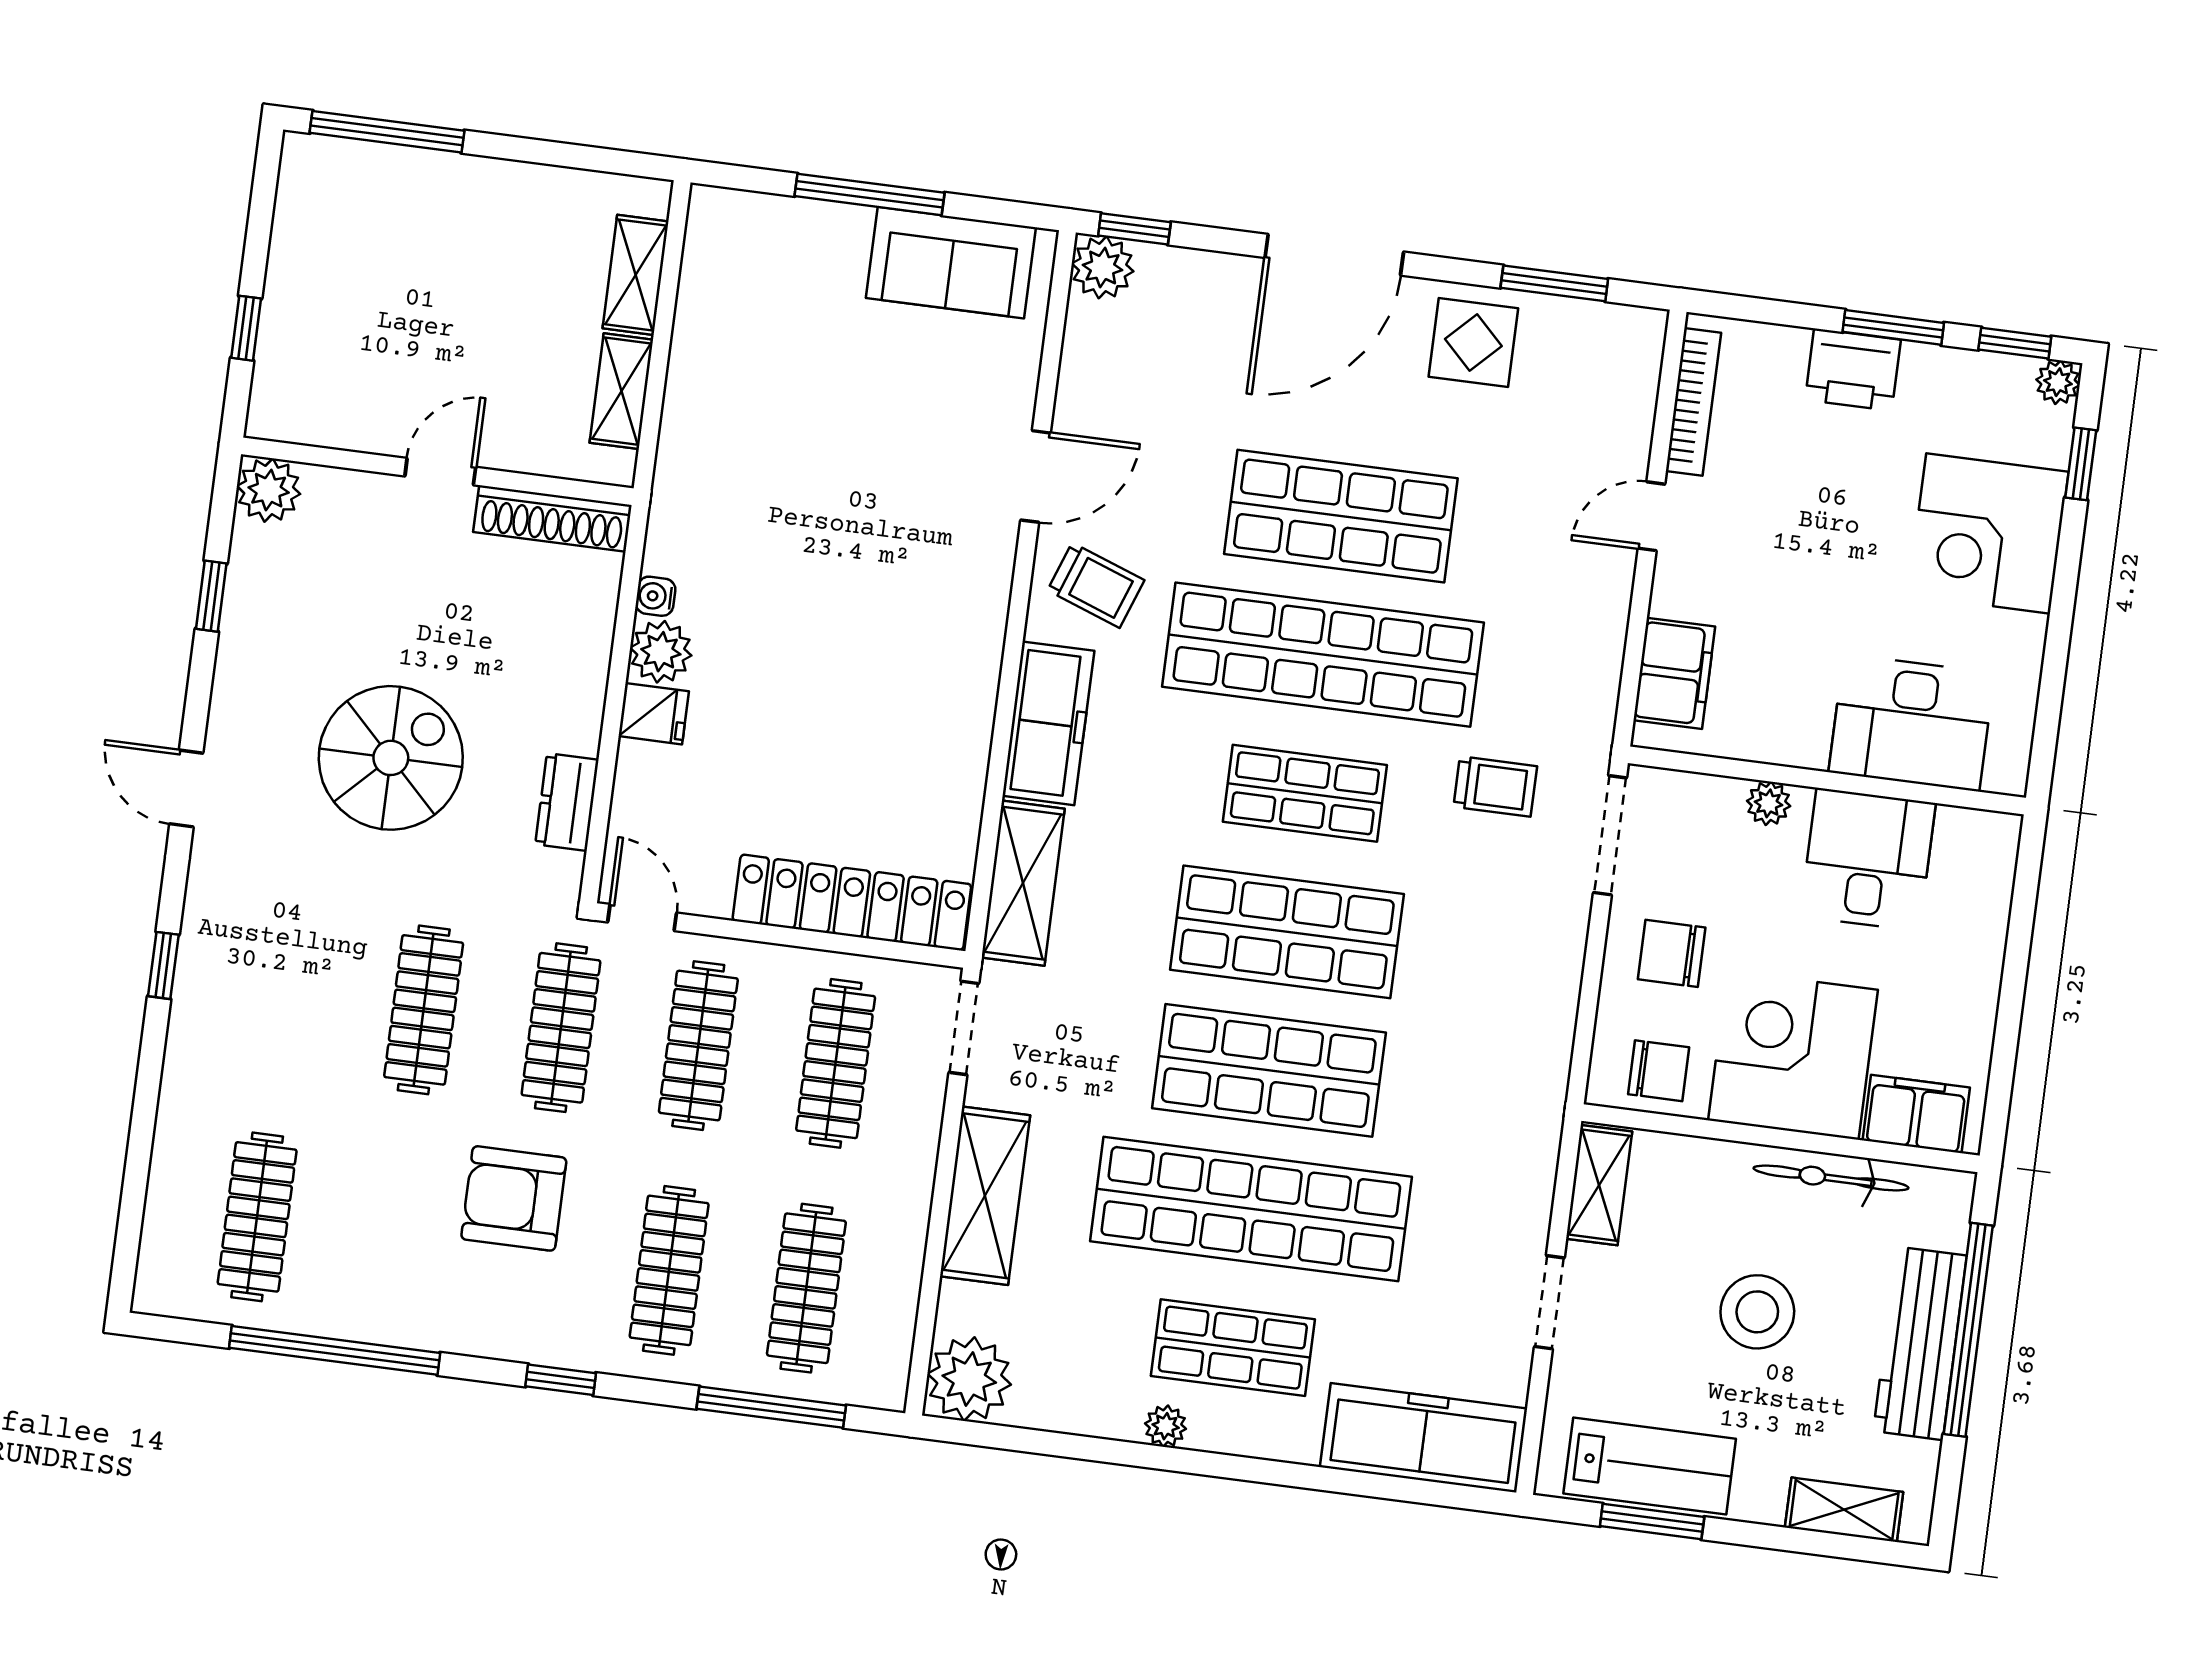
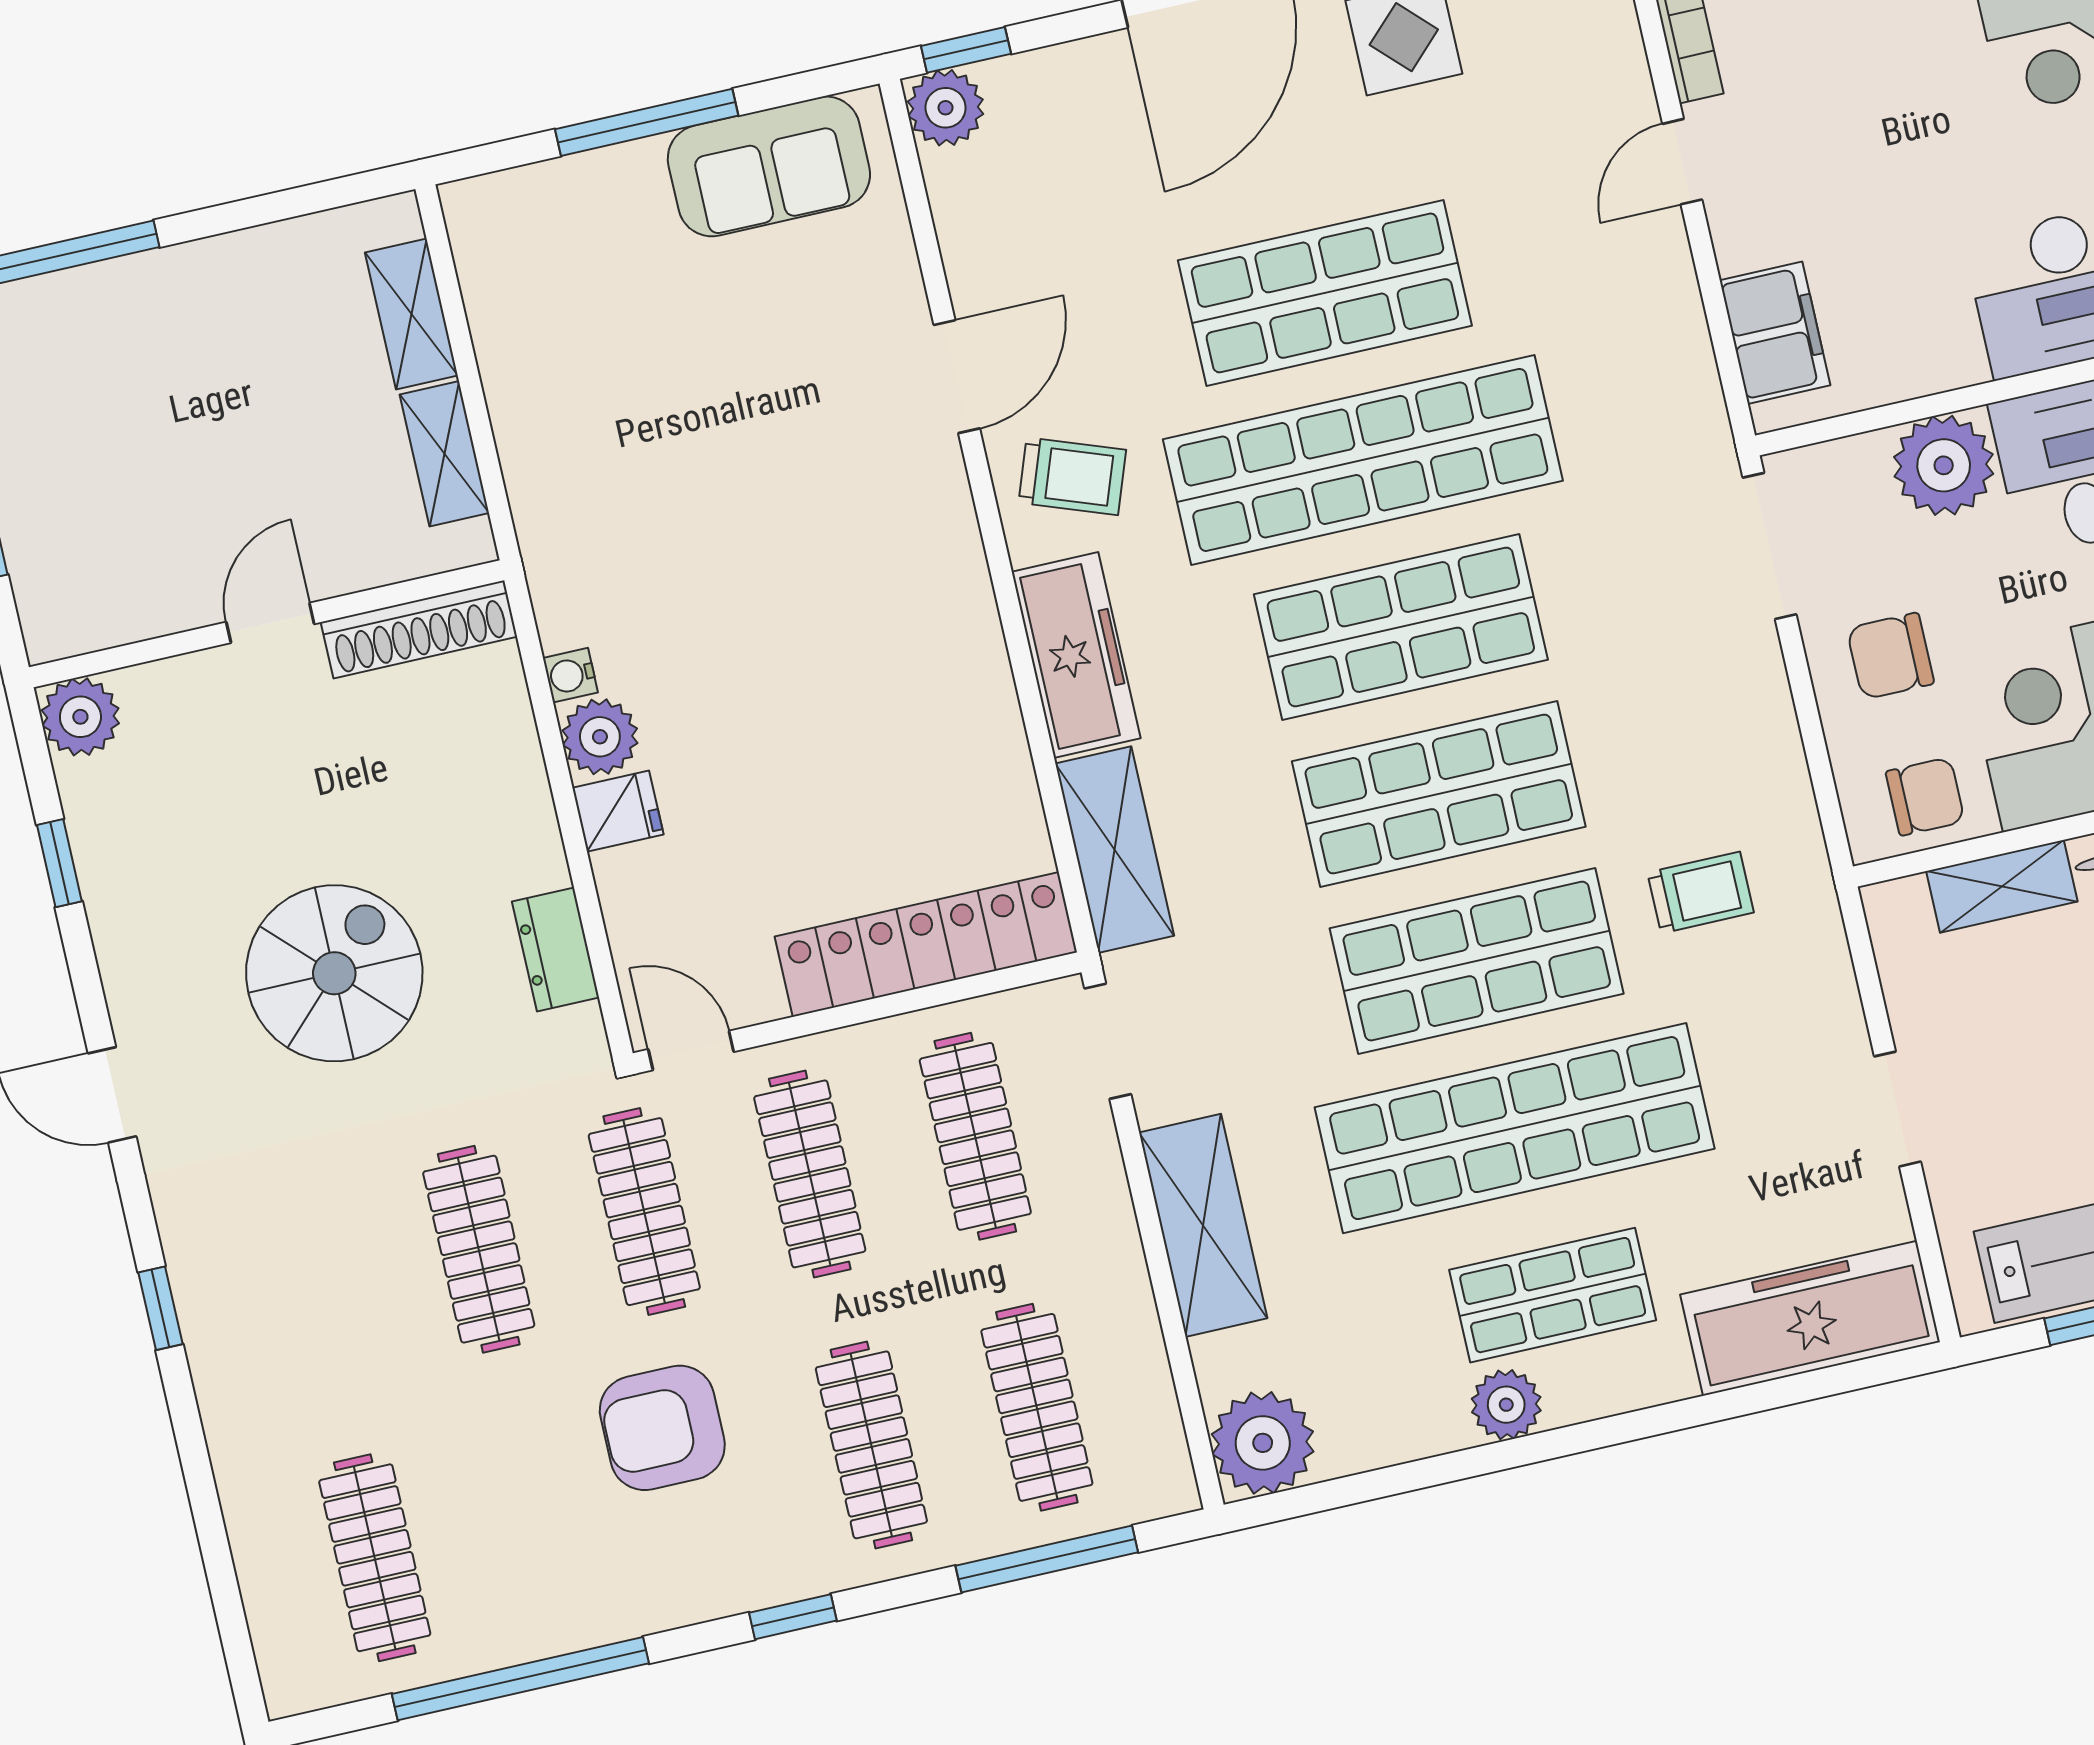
trolley: (1495, 786) -> (1701, 893), moved
shop shelf: (1305, 793) -> (1401, 627), width x1.43, depth x1.36
plant: (1769, 803) -> (1944, 465), width x1.88, depth x1.88
shelving: (1599, 1185) -> (2002, 886), moved, turned 90
plant: (1166, 1426) -> (1506, 1405), width x1.38, depth x1.38

